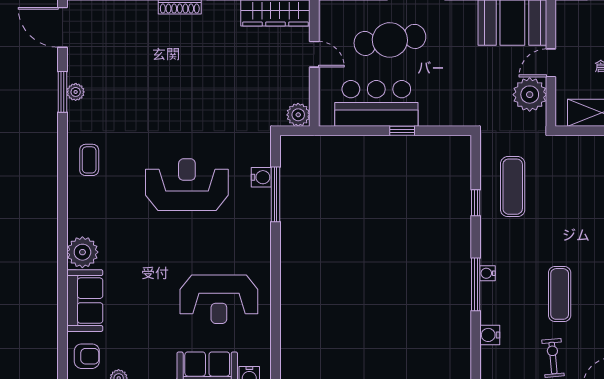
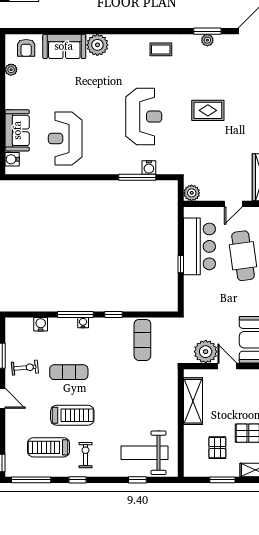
rug: (178, 91) -> (208, 110), added
exercise mat: (513, 187) -> (142, 340), turned 90
window: (476, 203) -> (113, 315), moved

